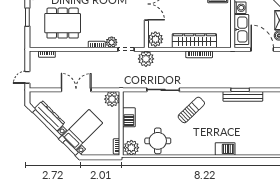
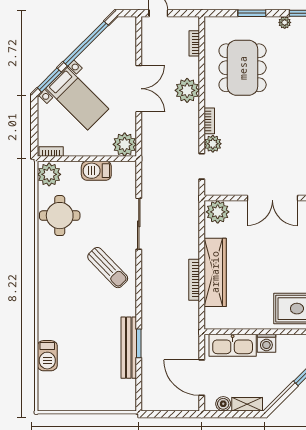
door: (262, 49) -> (202, 378), swing flipped
plant: (146, 59) -> (187, 90), moved
dresser: (50, 116) -> (99, 48), removed
barbecue: (225, 149) -> (47, 356), moved

